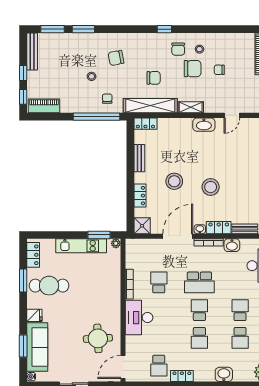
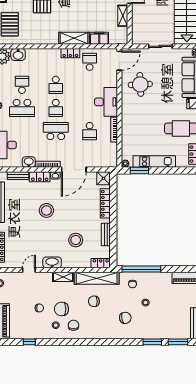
window: (164, 29) -> (29, 342), moved
stool: (174, 181) -> (76, 240), moved
locker: (140, 196) -> (105, 203), width x1.53
school desk: (240, 310) -> (22, 108), width x1.85
school desk: (199, 338) -> (56, 85), turned 180
washbasin: (224, 374) -> (18, 54), moved

